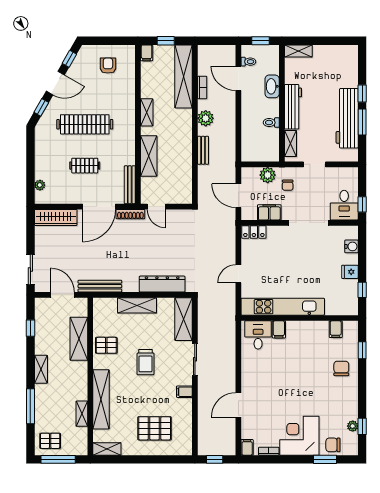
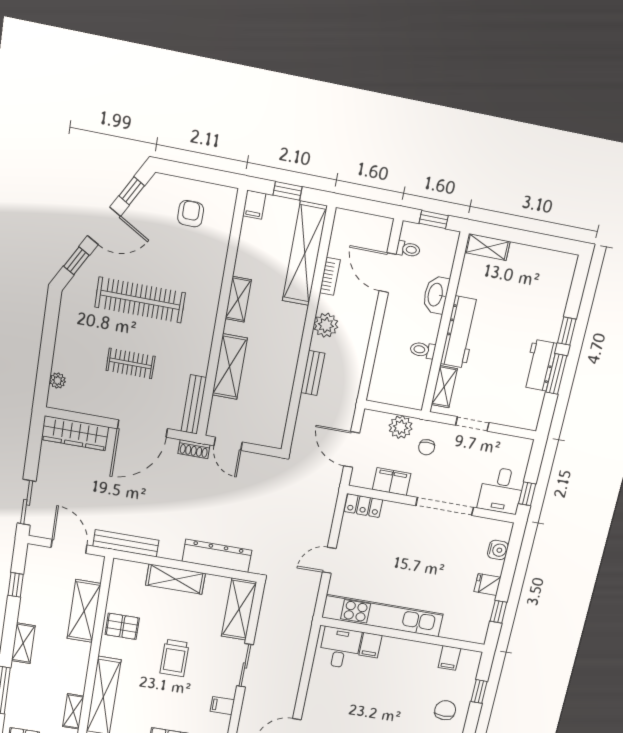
workbench: (347, 118) -> (540, 365), width x0.53, depth x0.76
shoe rack: (130, 214) -> (194, 449), width x0.70

